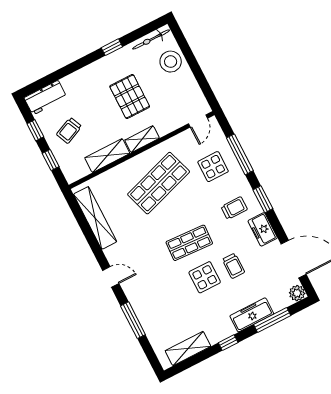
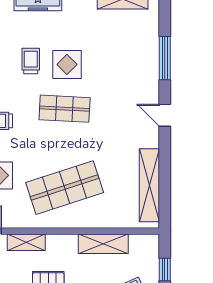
shelving: (142, 139) -> (26, 242), moved

